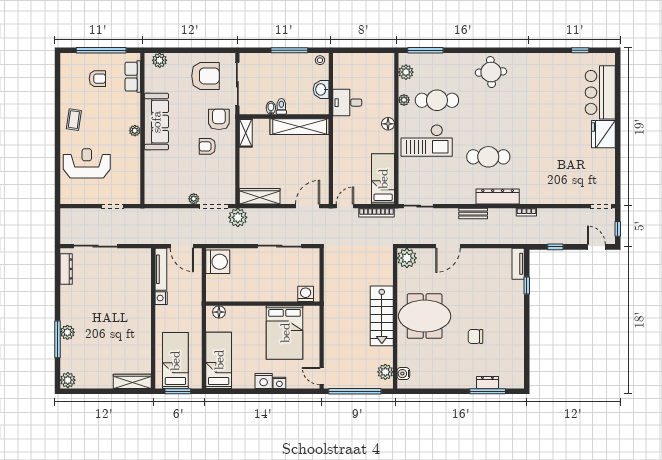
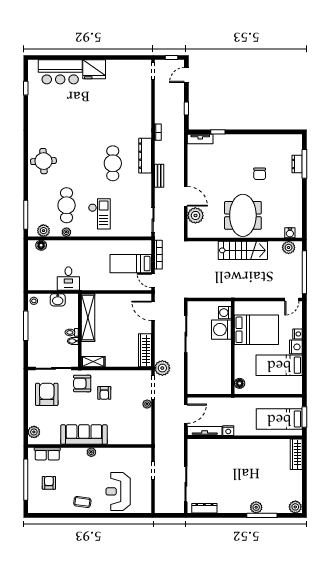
floor lamp: (388, 124) -> (41, 245), moved
checkout: (427, 140) -> (99, 214), width x0.73, depth x0.83
bed: (383, 179) -> (131, 264), moved
plant: (407, 258) -> (195, 215), moved
washing machine: (218, 262) -> (221, 330), moved, turned -90
bed: (219, 360) -> (279, 365), moved

